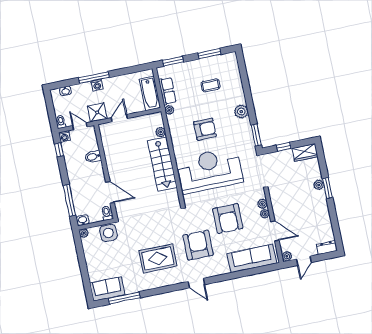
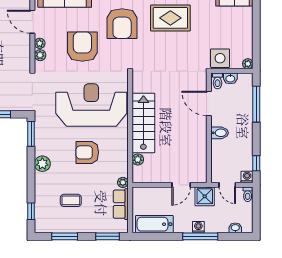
window: (242, 69) -> (31, 211), added
bathtub: (150, 93) -> (154, 224), moved, turned -90
bidet: (93, 157) -> (220, 133), moved
reception desk: (210, 170) -> (91, 105), turned 180
washbasin: (83, 220) -> (230, 78), moved

